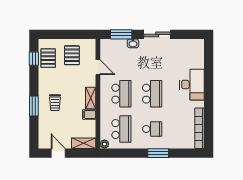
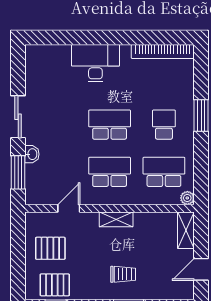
filing cabinet: (89, 115) -> (142, 222), removed

